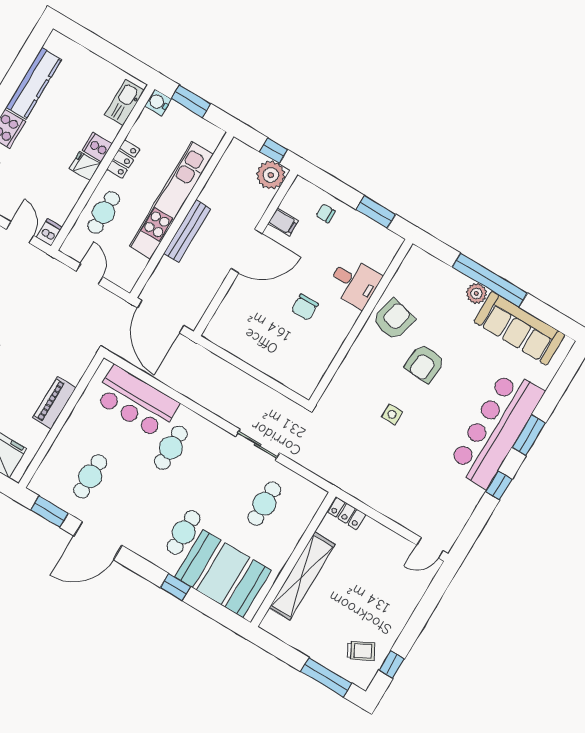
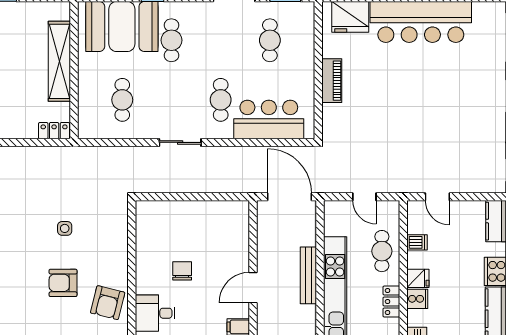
dishwasher: (49, 232) -> (417, 242), moved, turned -90
door: (247, 251) -> (253, 288), width x0.73
armchair: (425, 363) -> (63, 283), turned -94
sliding door: (258, 445) -> (180, 142), moved

